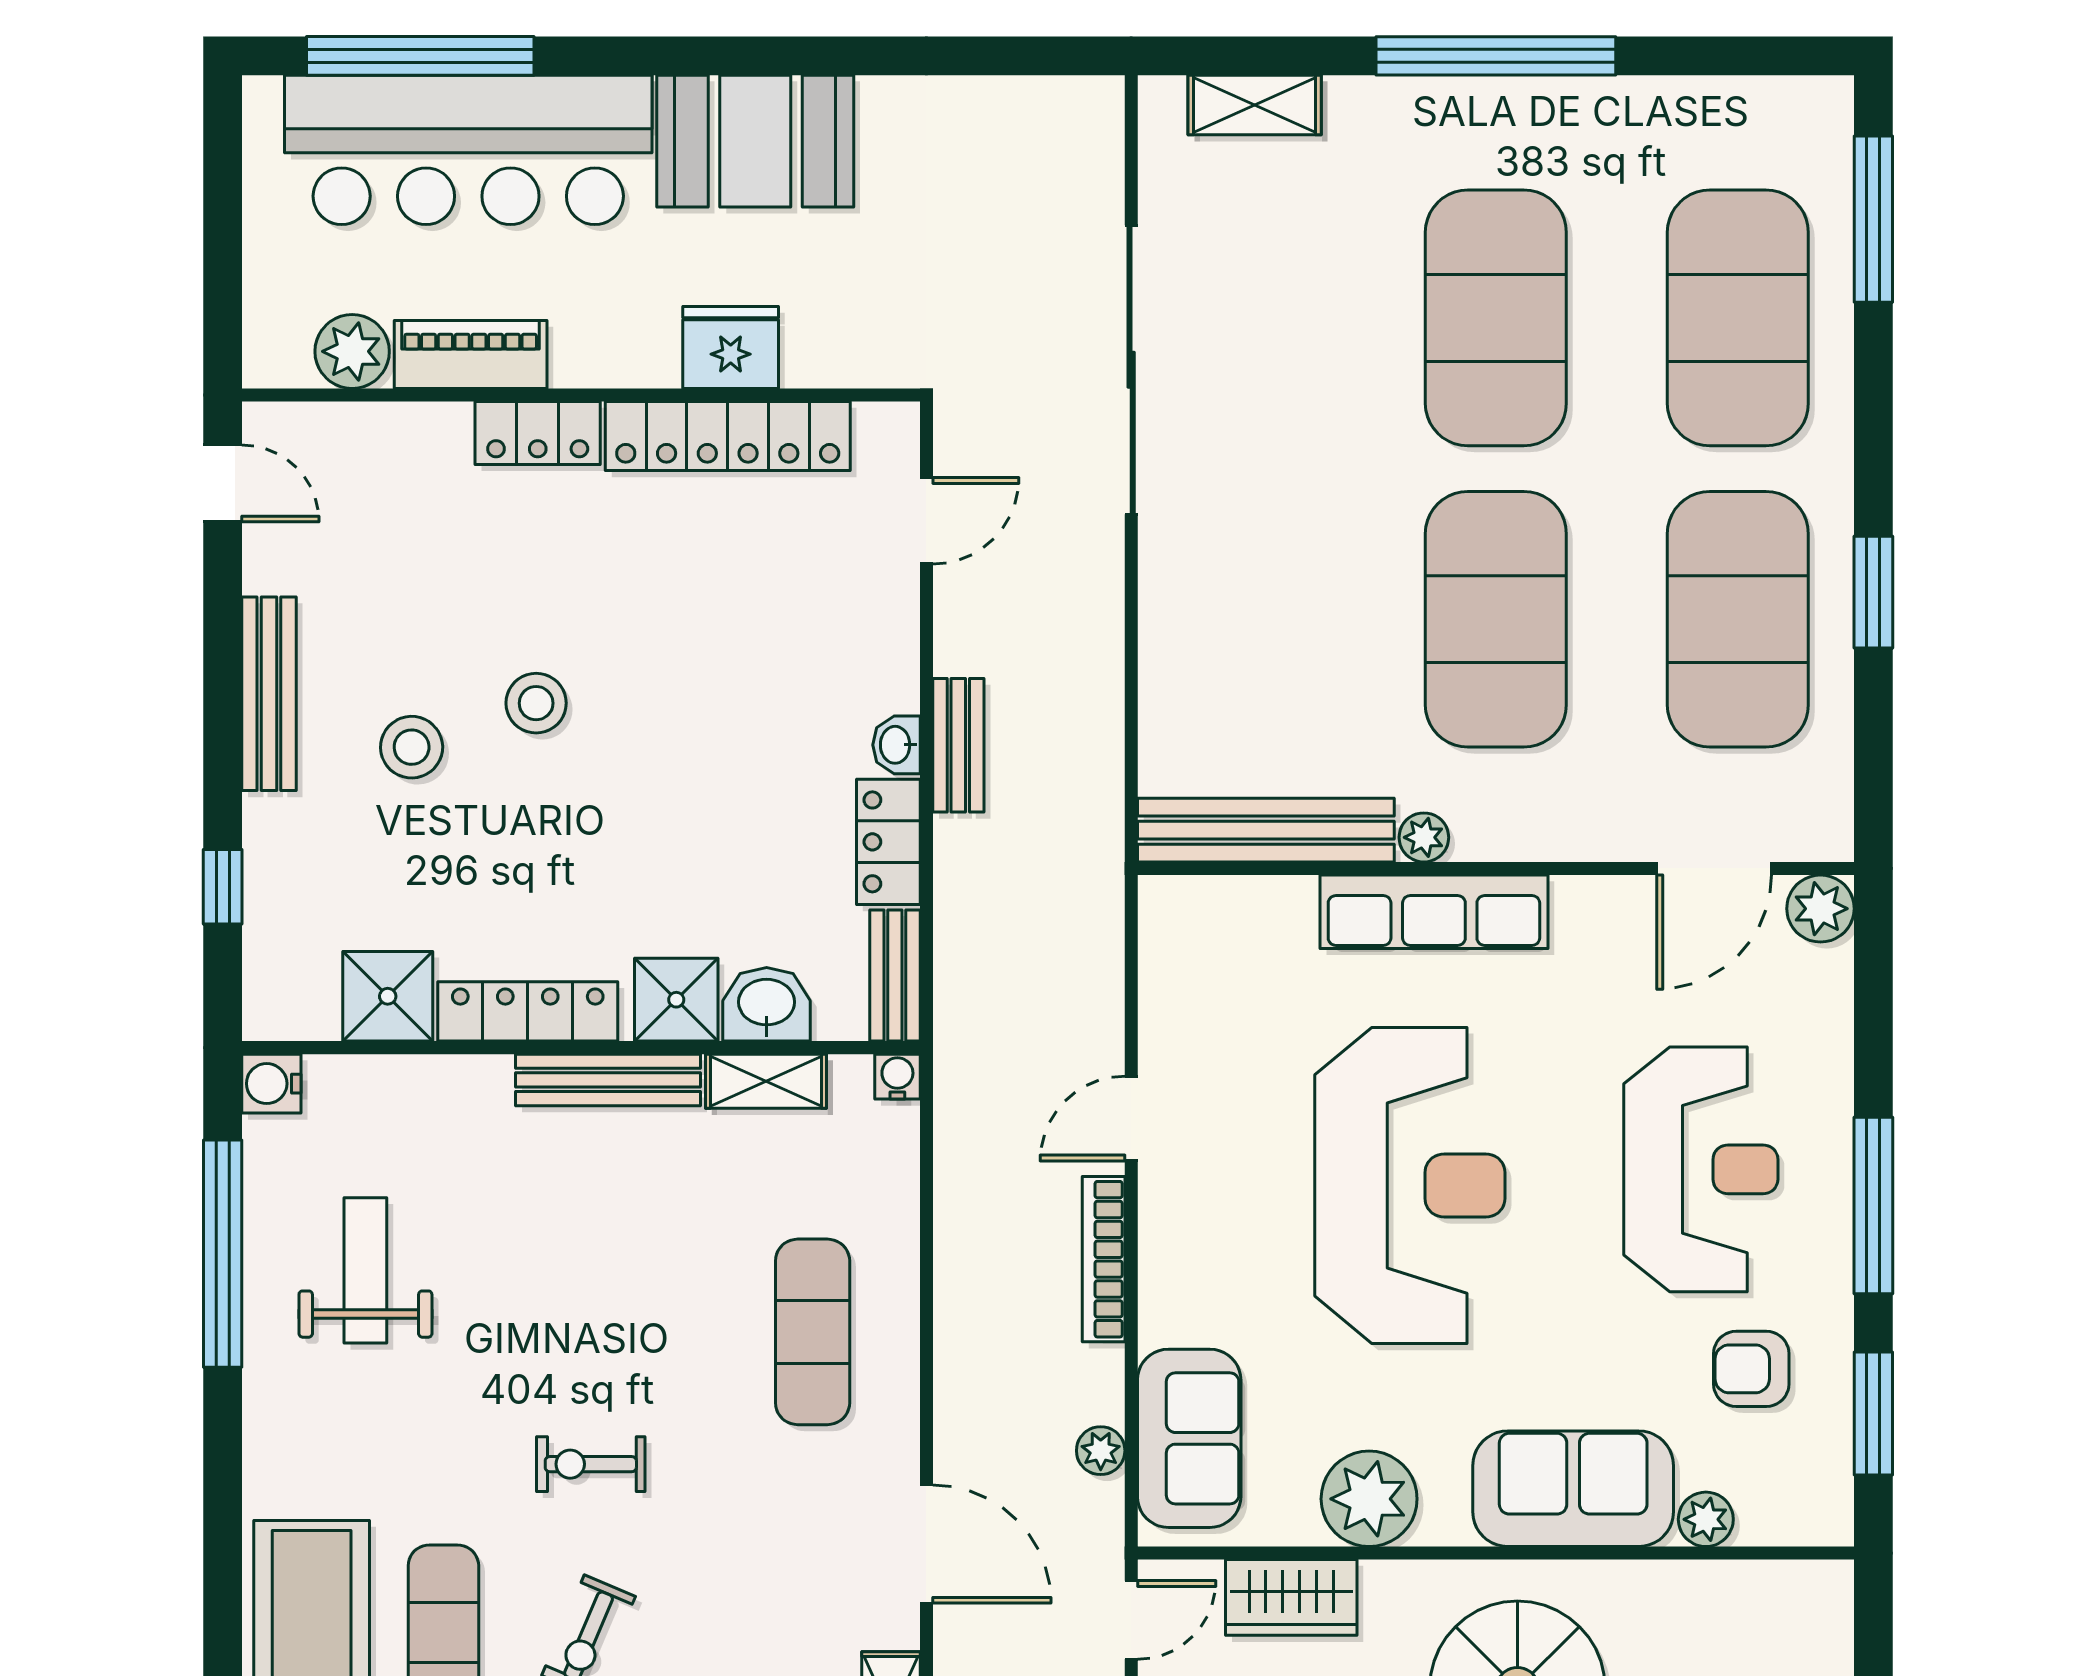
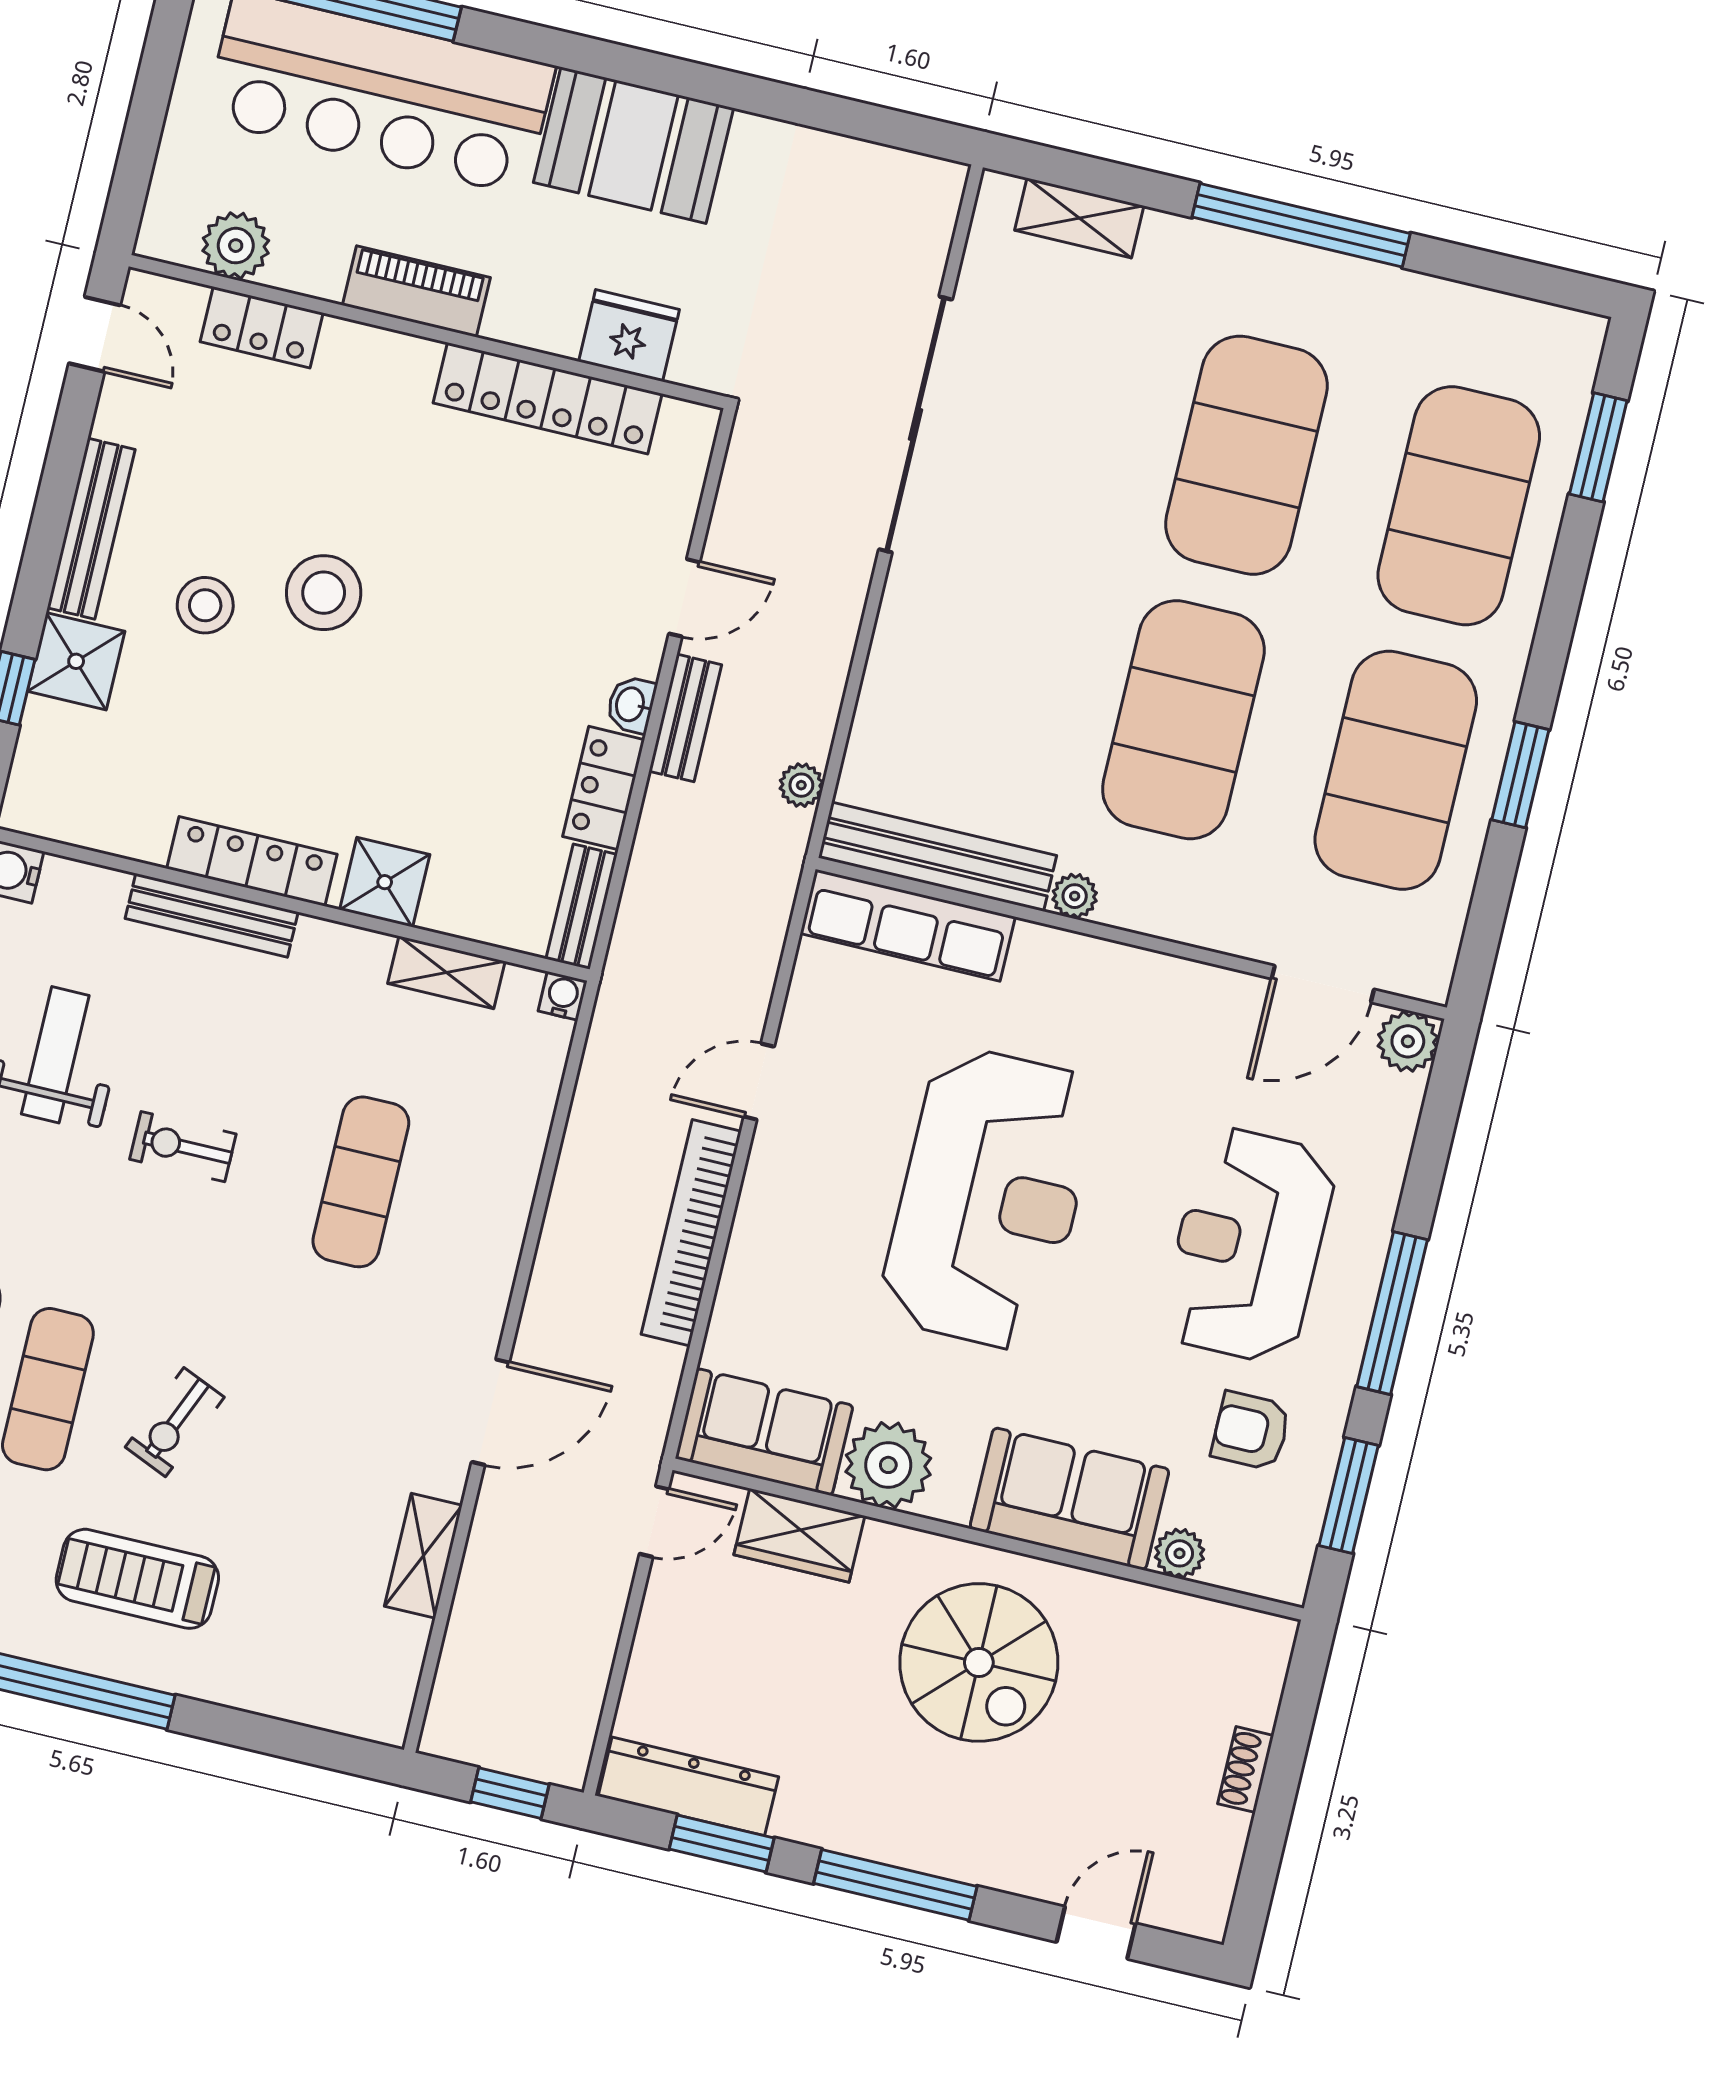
window: (1873, 219) -> (1598, 447), width x0.69
fridge: (731, 347) -> (629, 336), moved
piano: (471, 355) -> (416, 291), moved
locker: (538, 433) -> (262, 327), moved
door: (926, 521) -> (684, 598), moved
stool: (536, 703) -> (324, 593), width x1.38, depth x1.38
row of seats: (1434, 912) -> (908, 925), moved
shower: (388, 996) -> (76, 661), moved
washbasin: (767, 1004) -> (463, 905), removed
bench: (608, 1080) -> (212, 915), moved
reception desk: (1701, 1169) -> (1248, 1245), turned 180
bookcase: (1104, 1259) -> (691, 1233), width x1.48, depth x1.31
exercise mat: (813, 1332) -> (361, 1182), moved
sofa: (1189, 1438) -> (764, 1432), moved, turned -90
plant: (1101, 1451) -> (801, 785), moved
exercise bike: (591, 1464) -> (183, 1147), moved
door: (926, 1544) -> (490, 1412), hinge flipped

